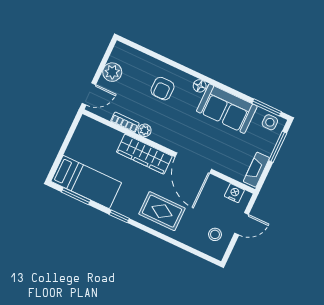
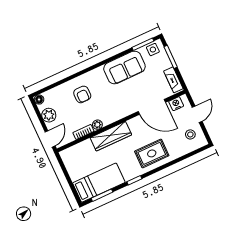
floor lamp: (200, 86) -> (39, 99), moved
door: (193, 163) -> (152, 107), moved

